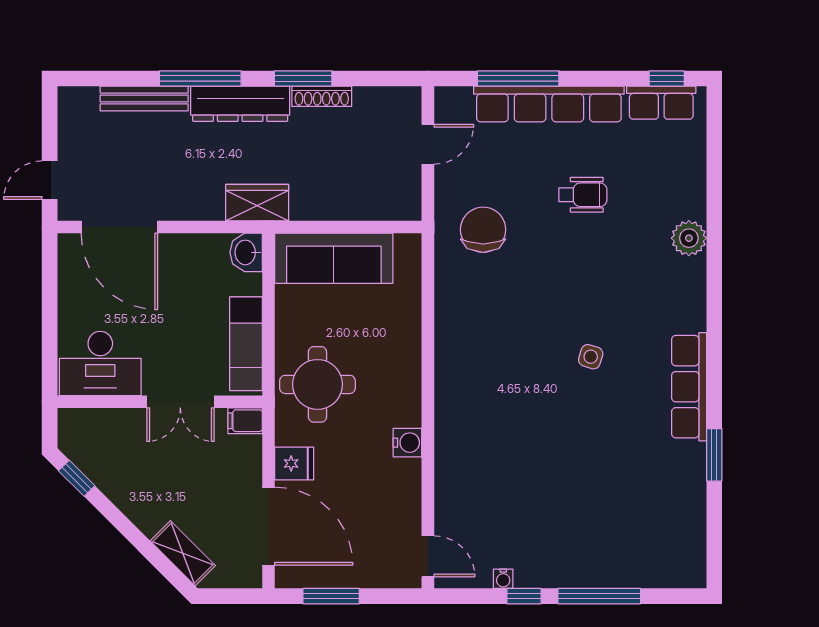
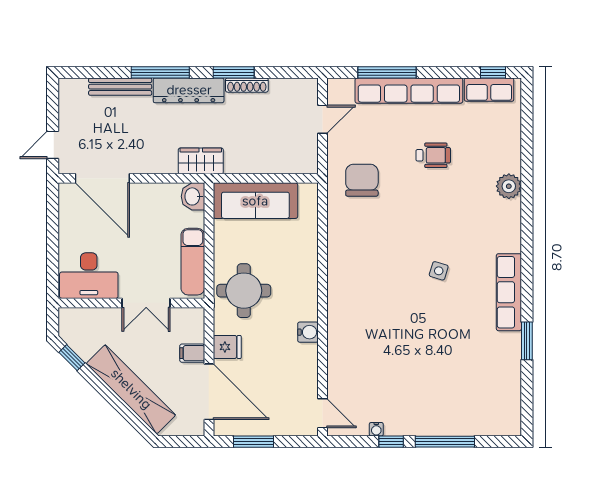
filing cabinet: (245, 421) -> (192, 353), moved
shelving: (183, 553) -> (131, 389), width x2.20, depth x1.33

